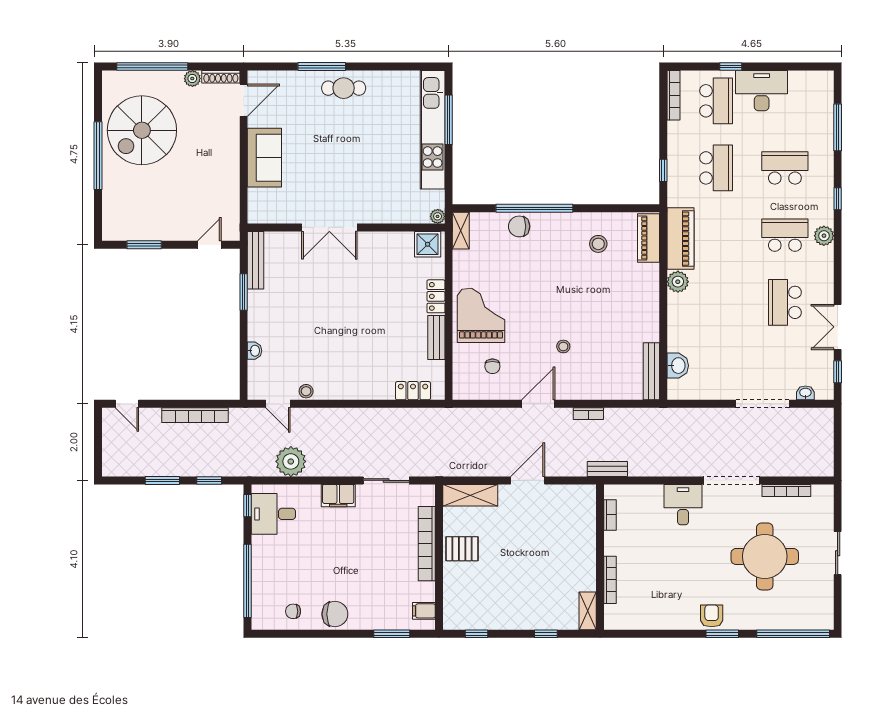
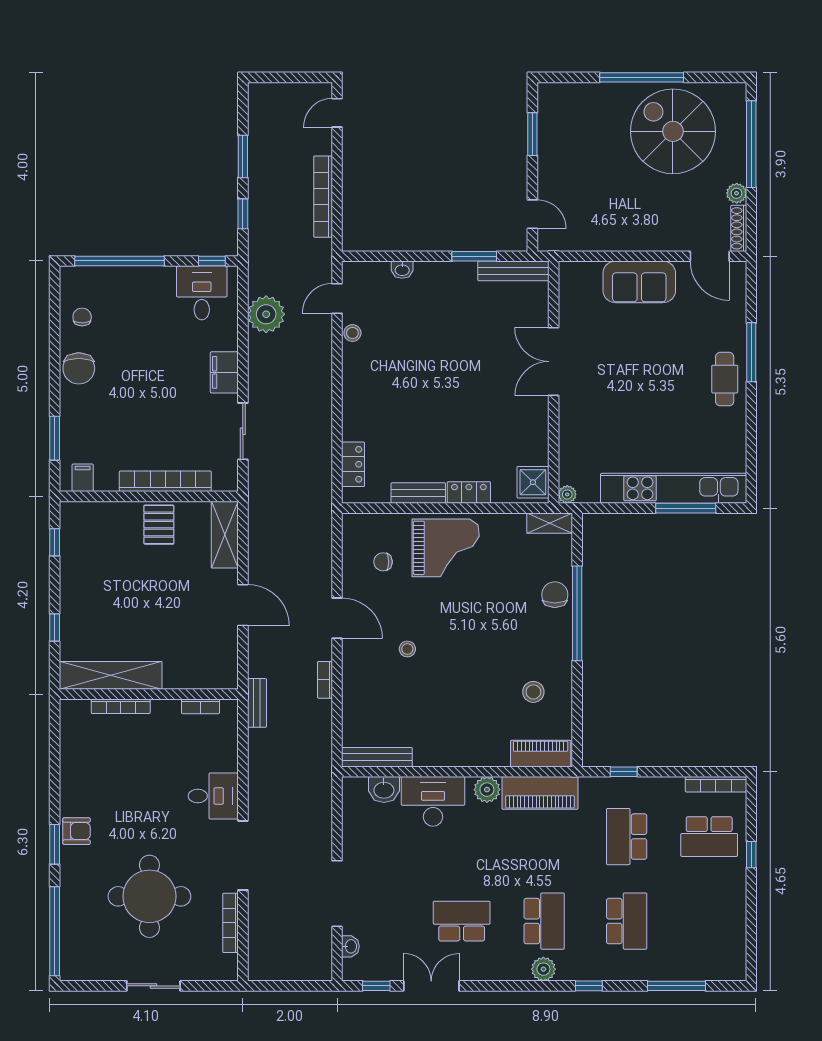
desk: (762, 91) -> (433, 801), moved, turned -90
school desk: (716, 168) -> (627, 837), turned 90
shelving: (588, 611) -> (111, 675), width x2.20, depth x1.33

